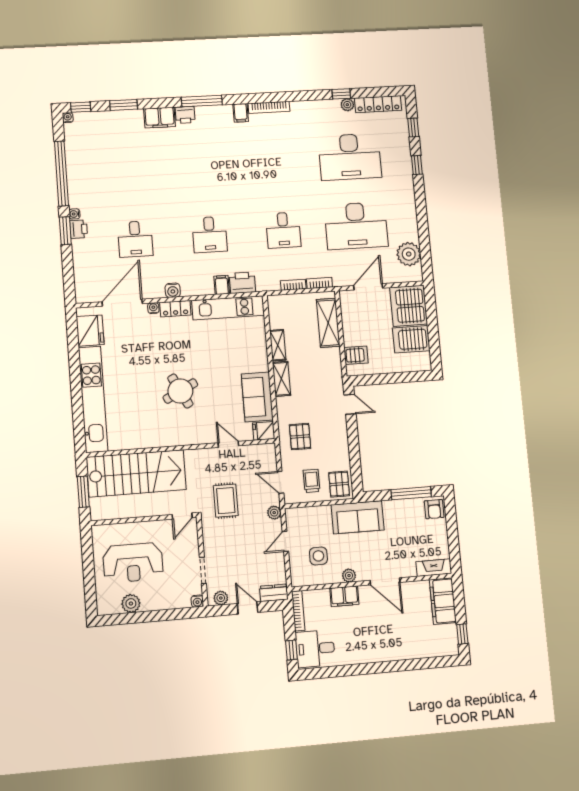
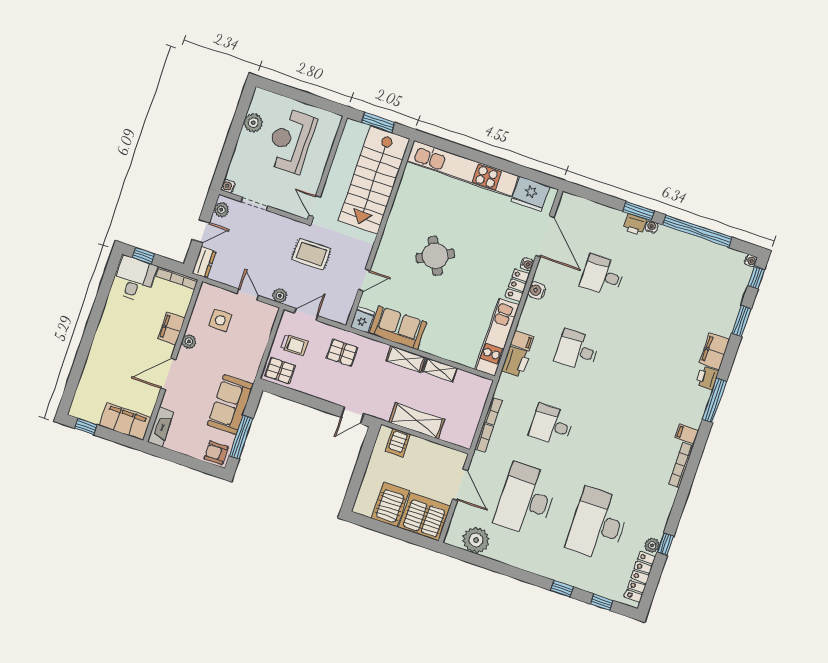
shelving: (328, 323) -> (417, 421), moved
sofa: (358, 517) -> (230, 405), moved

